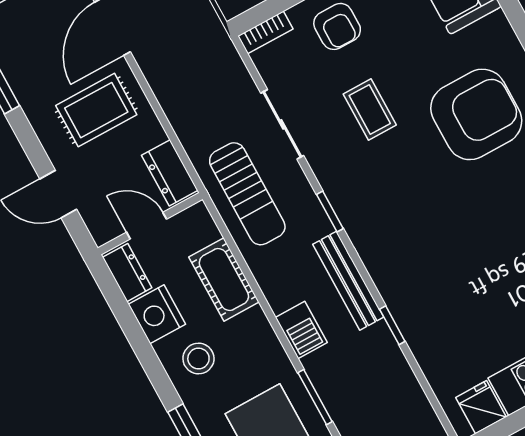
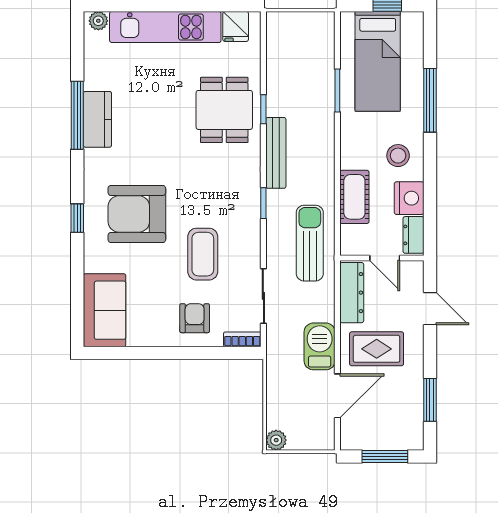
coffee table: (370, 109) -> (203, 254), width x1.36, depth x1.30
sliding door: (282, 124) -> (263, 296), moved
dresser: (170, 173) -> (352, 293), width x1.44
dining table: (439, 298) -> (224, 110), added
barbecue: (301, 330) -> (320, 346), moved, width x1.38, depth x1.27

